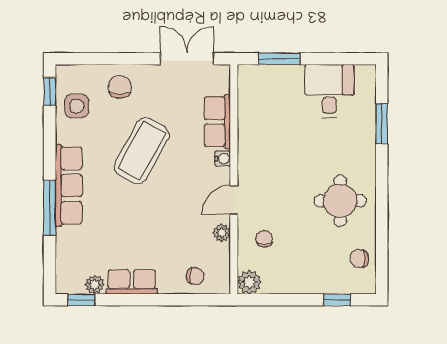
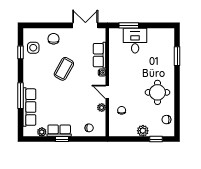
desk: (329, 91) -> (135, 41), moved
window: (50, 92) -> (21, 52), moved
coffee table: (142, 151) -> (64, 69), width x0.73, depth x0.76
row of seats: (69, 186) -> (29, 107), moved
door: (234, 200) -> (107, 92), hinge flipped
plant: (249, 282) -> (143, 131), moved
window: (81, 300) -> (62, 139), moved

